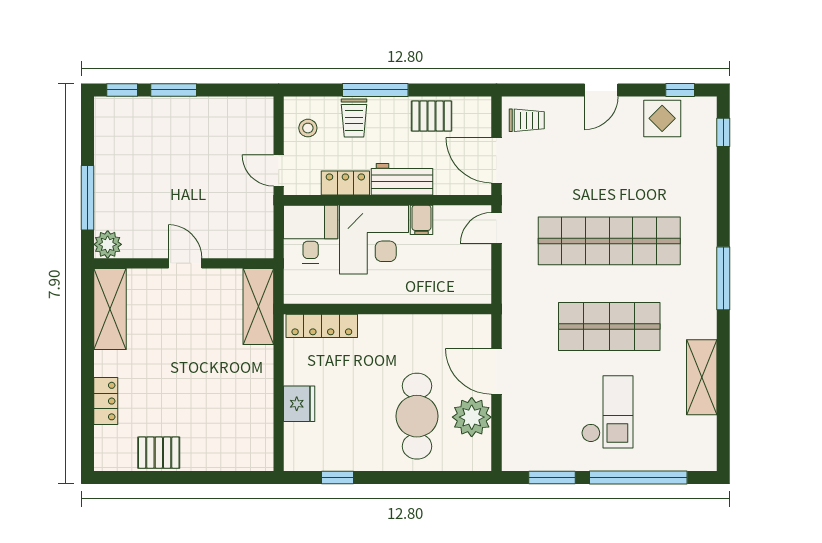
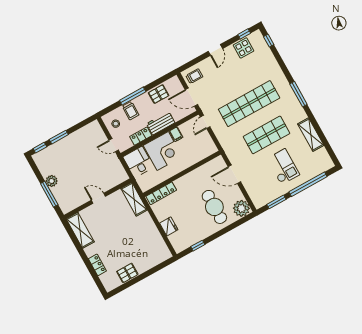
plant: (108, 244) -> (52, 181), moved
plant: (472, 417) -> (241, 208), moved

